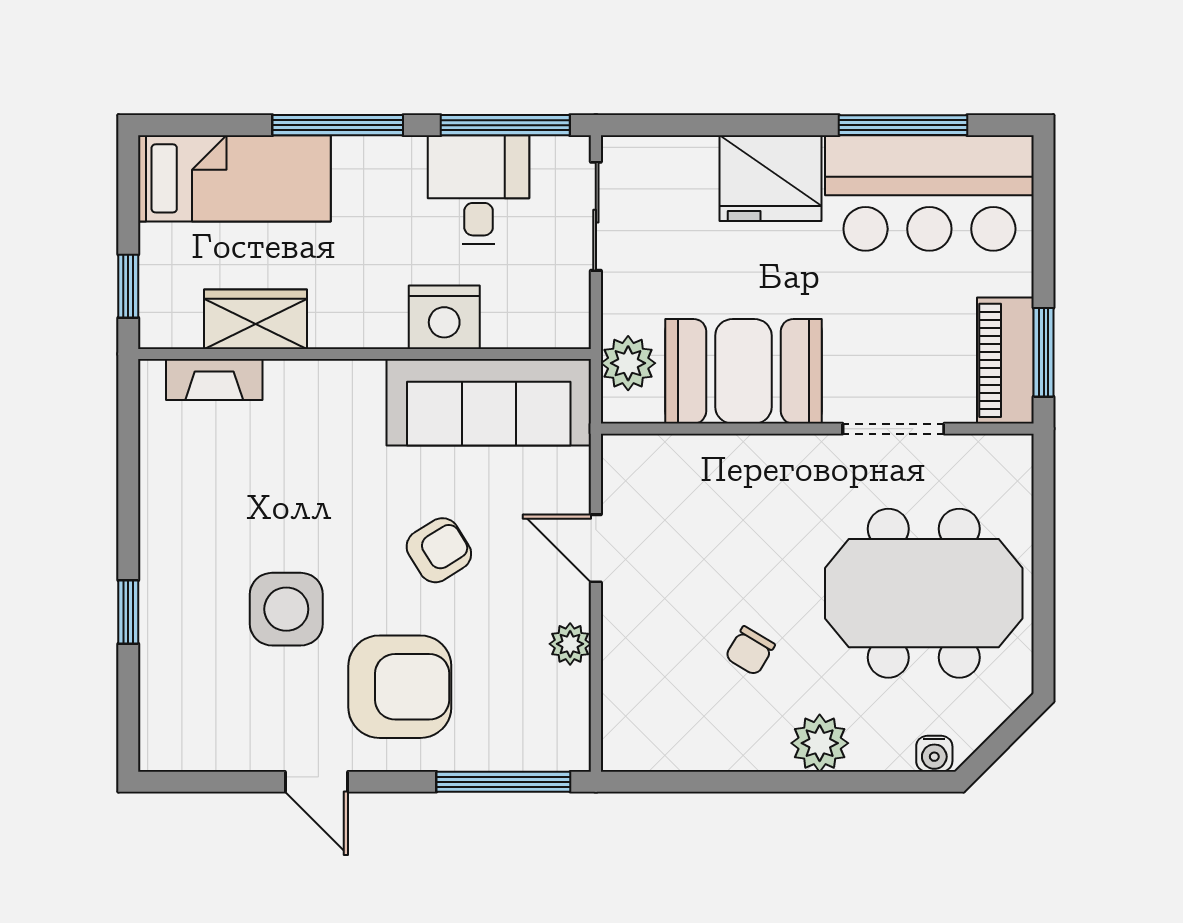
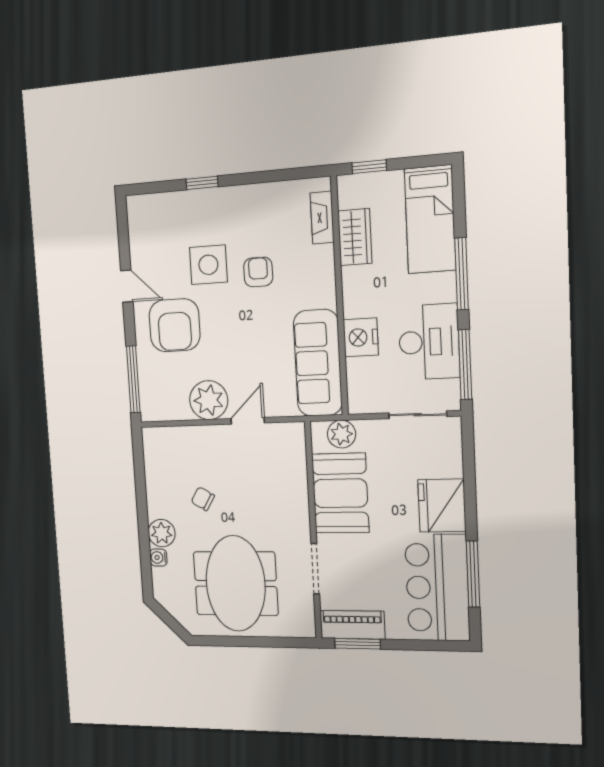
desk: (479, 190) -> (429, 342), width x1.37
armchair: (439, 550) -> (258, 272), moved, turned -148
plant: (570, 644) -> (209, 400), width x1.88, depth x1.88
water cooler: (934, 754) -> (158, 557), moved
door: (316, 782) -> (127, 286), swing flipped

